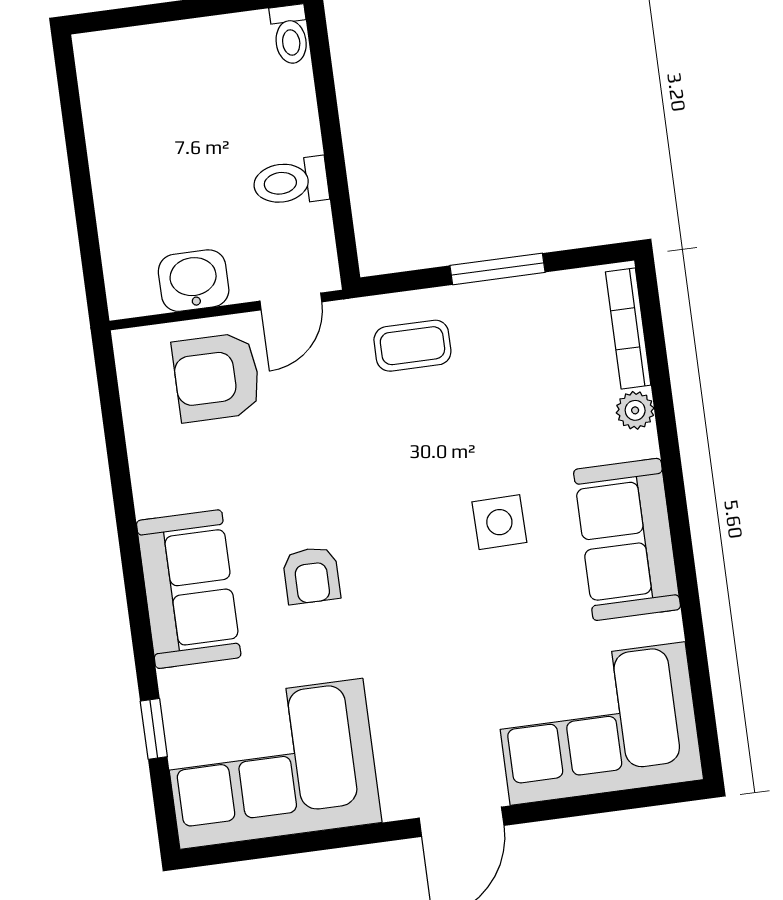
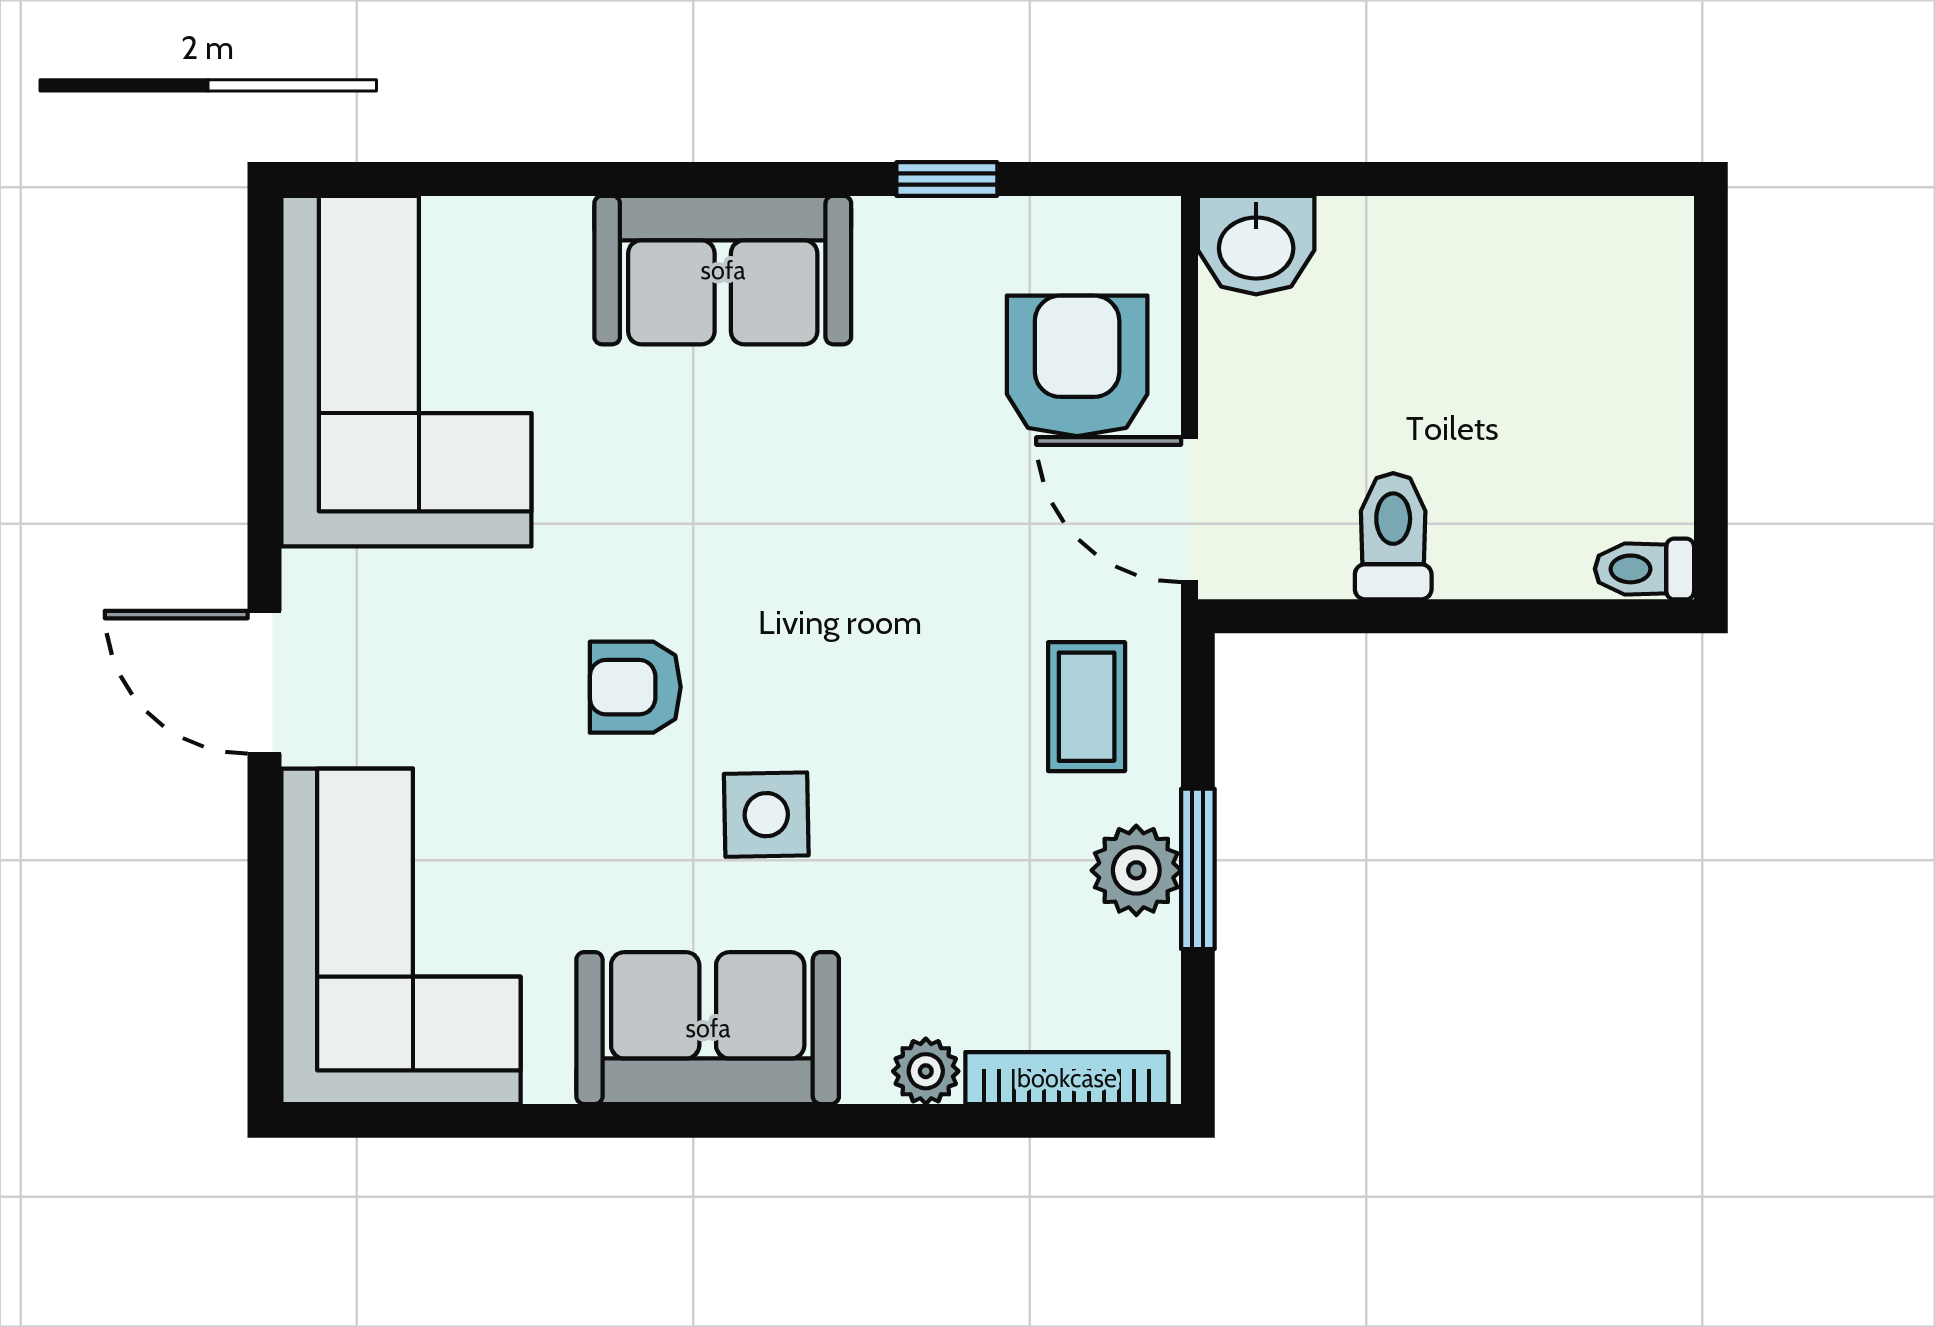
washbasin: (194, 281) -> (1256, 245), moved, turned 90
door: (291, 301) -> (1189, 510), width x1.38
plant: (503, 304) -> (1136, 870), added
armchair: (311, 575) -> (635, 687), moved
window: (154, 729) -> (947, 179), moved

